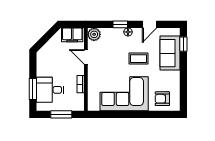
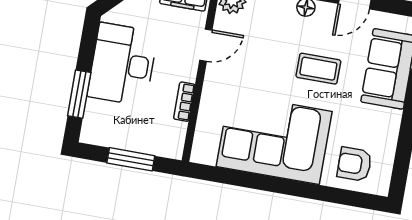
door: (86, 57) -> (206, 45), swing flipped
desk: (50, 90) -> (123, 64), moved, width x1.37

